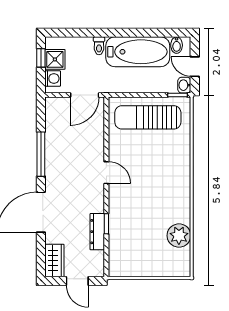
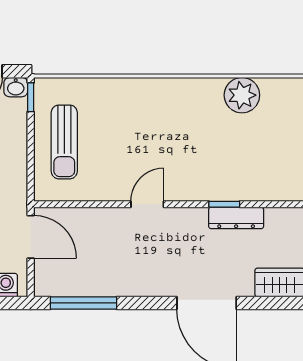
sun lounger: (148, 117) -> (64, 142), width x0.73, depth x0.75
window: (41, 154) -> (83, 303), moved

